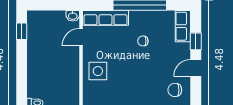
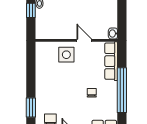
door: (81, 37) -> (84, 40), moved

